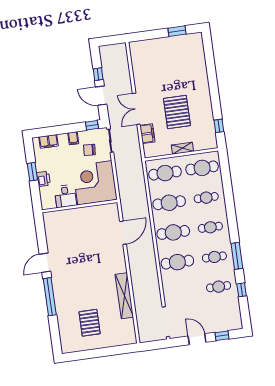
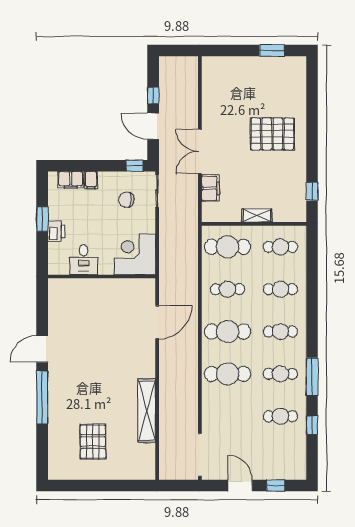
pallet: (177, 112) -> (272, 134), moved, turned 90
filing cabinet: (73, 138) -> (91, 180), moved
cafe table: (202, 168) -> (280, 247), width x0.73, depth x0.74
corner desk: (95, 183) -> (135, 254), width x0.74, depth x0.74
cafe table: (169, 203) -> (228, 289), width x0.73, depth x0.74

